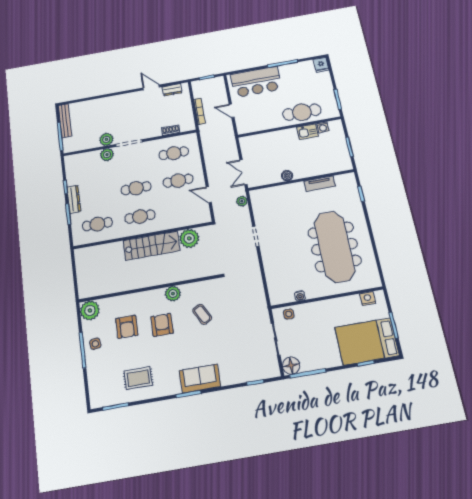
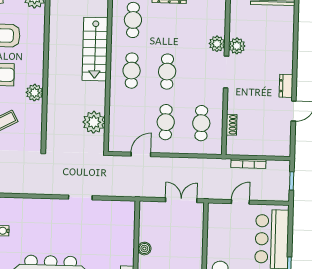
dresser: (172, 90) -> (286, 86), moved
double door: (243, 172) -> (181, 200), moved
plant: (242, 201) -> (125, 191), removed
stairs: (152, 246) -> (95, 49), moved

